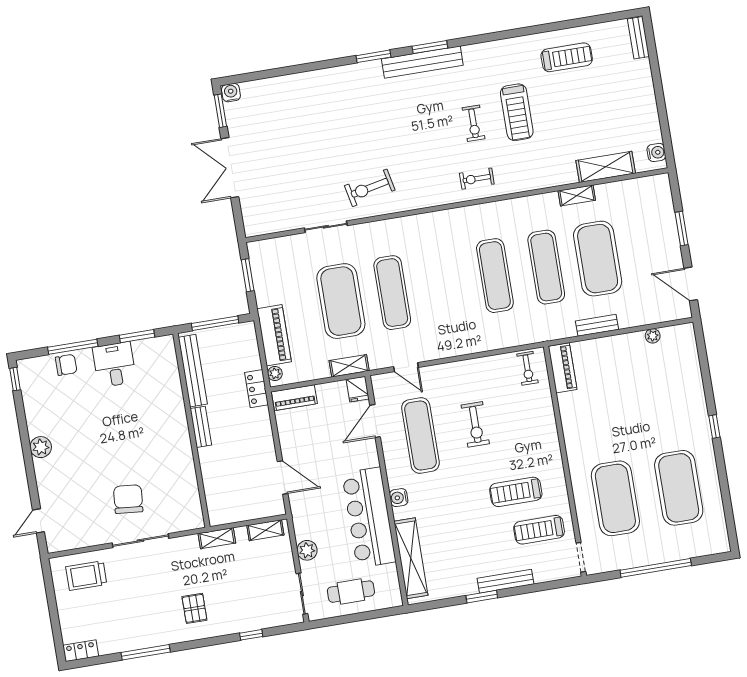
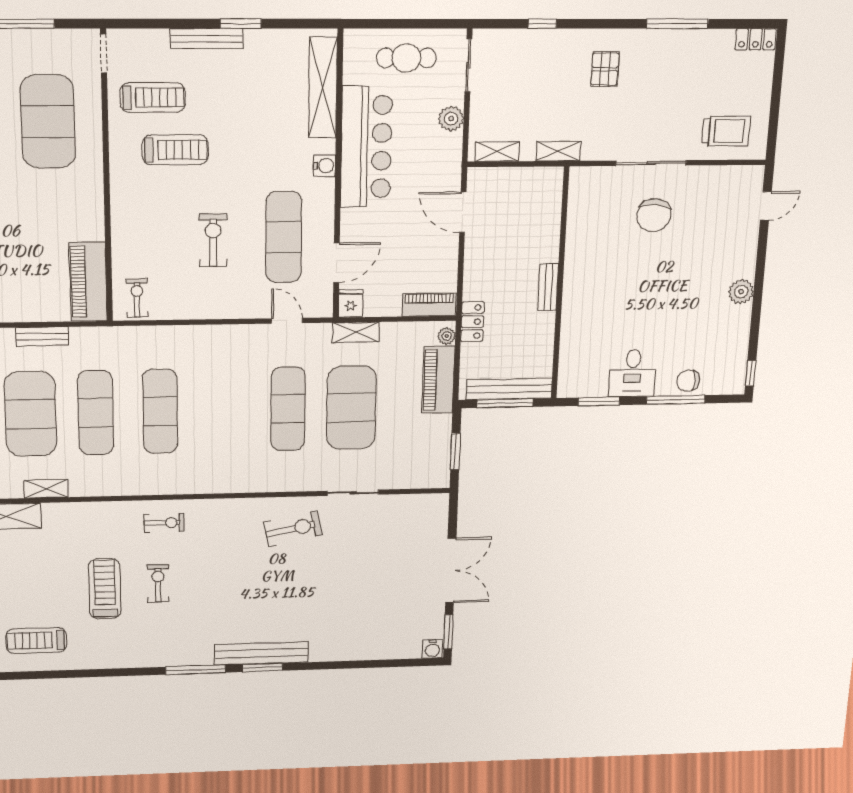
window: (430, 47) -> (196, 670), width x1.44
bench: (422, 62) -> (261, 653), moved
piano: (563, 368) -> (88, 282), width x1.37, depth x1.33
bench: (193, 371) -> (509, 389), moved, turned 90

